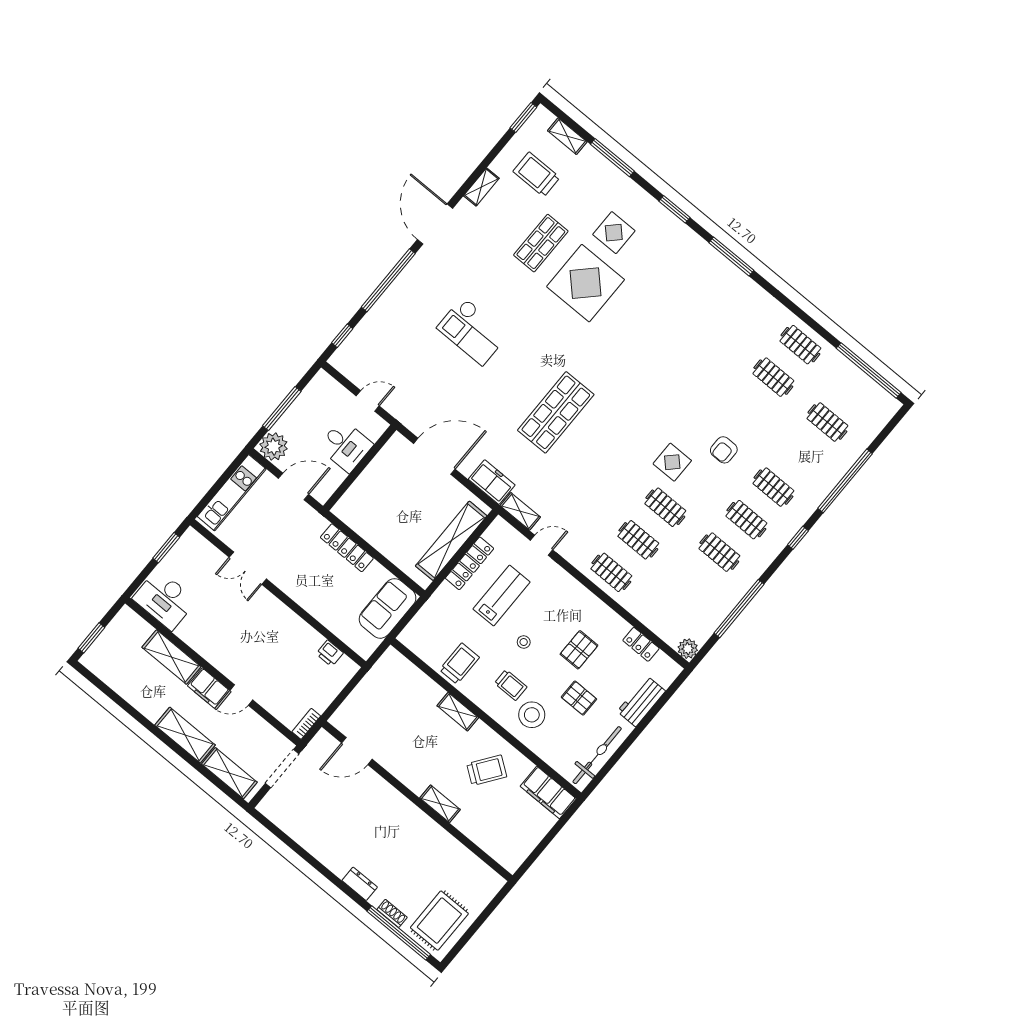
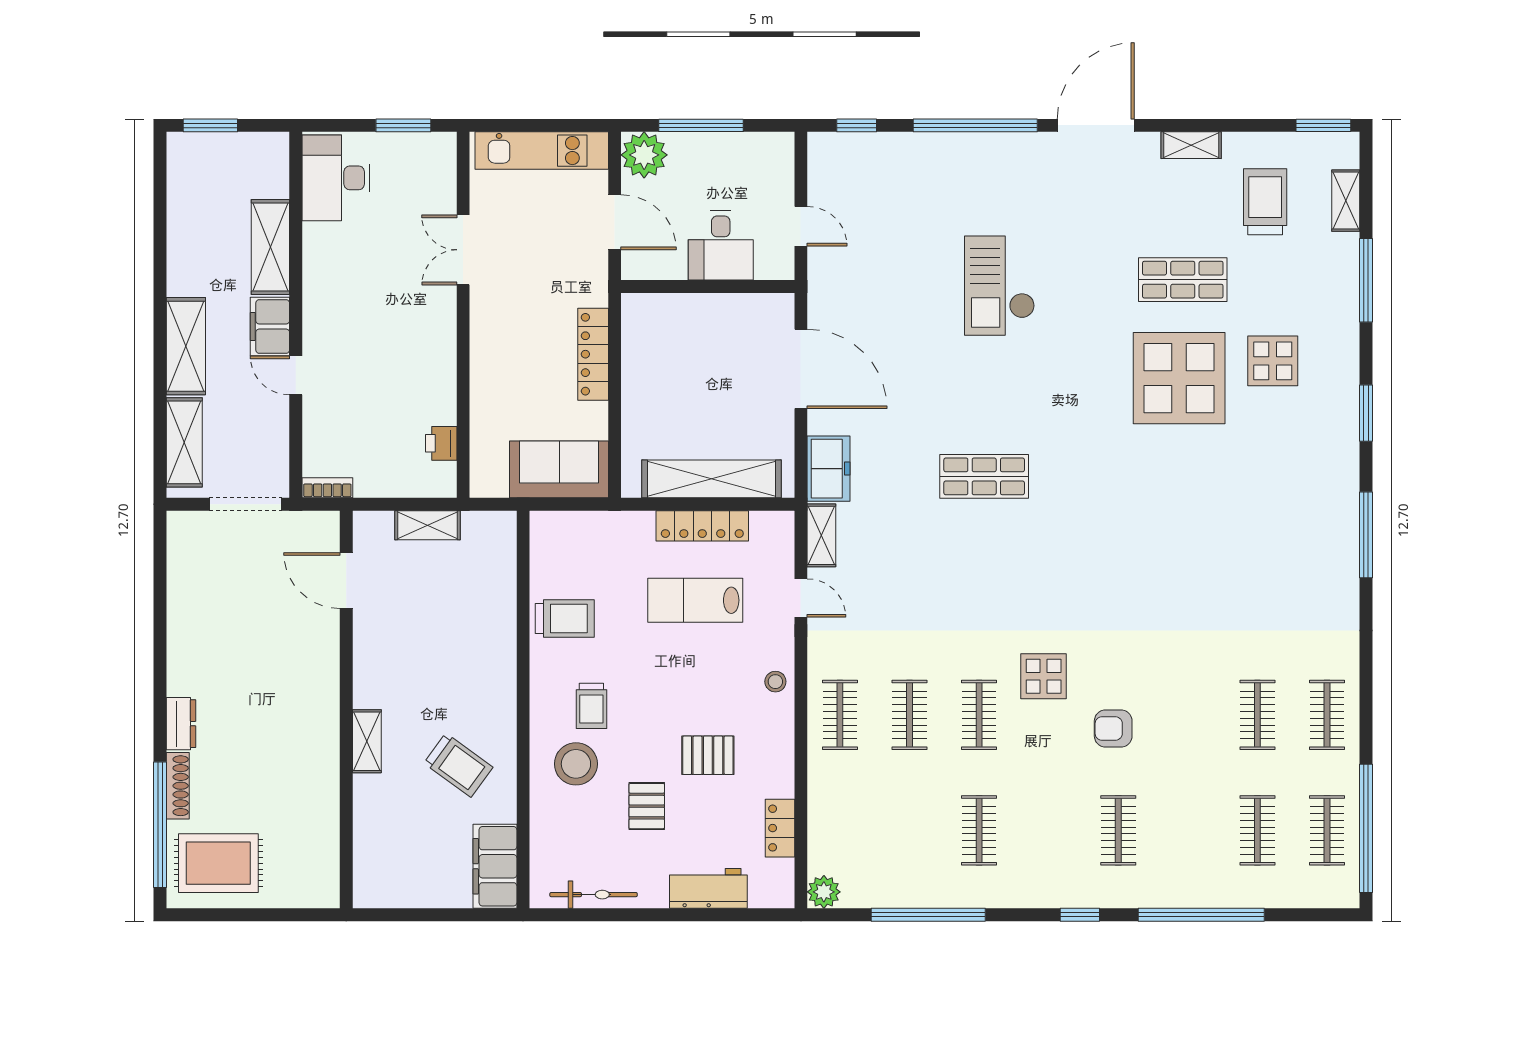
shop shelf: (556, 412) -> (984, 476), width x0.70, depth x0.74
clothes rail: (746, 520) -> (1327, 830), moved
lab bench: (502, 596) -> (695, 600), turned 180
stool: (524, 642) -> (775, 682), moved
shelving: (458, 712) -> (428, 525), moved, turned 90
bicycle: (597, 755) -> (594, 895), width x0.73, depth x0.71
shoe rack: (392, 913) -> (178, 786), width x1.43

